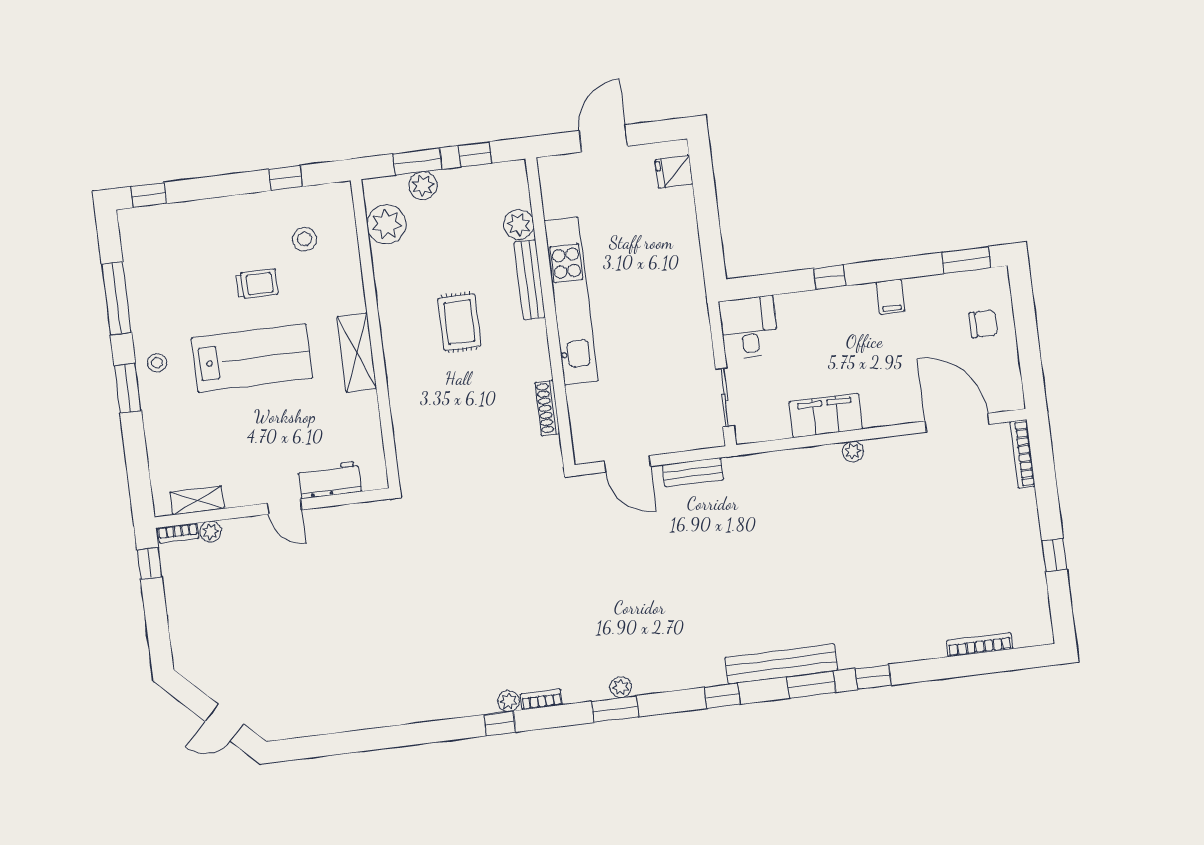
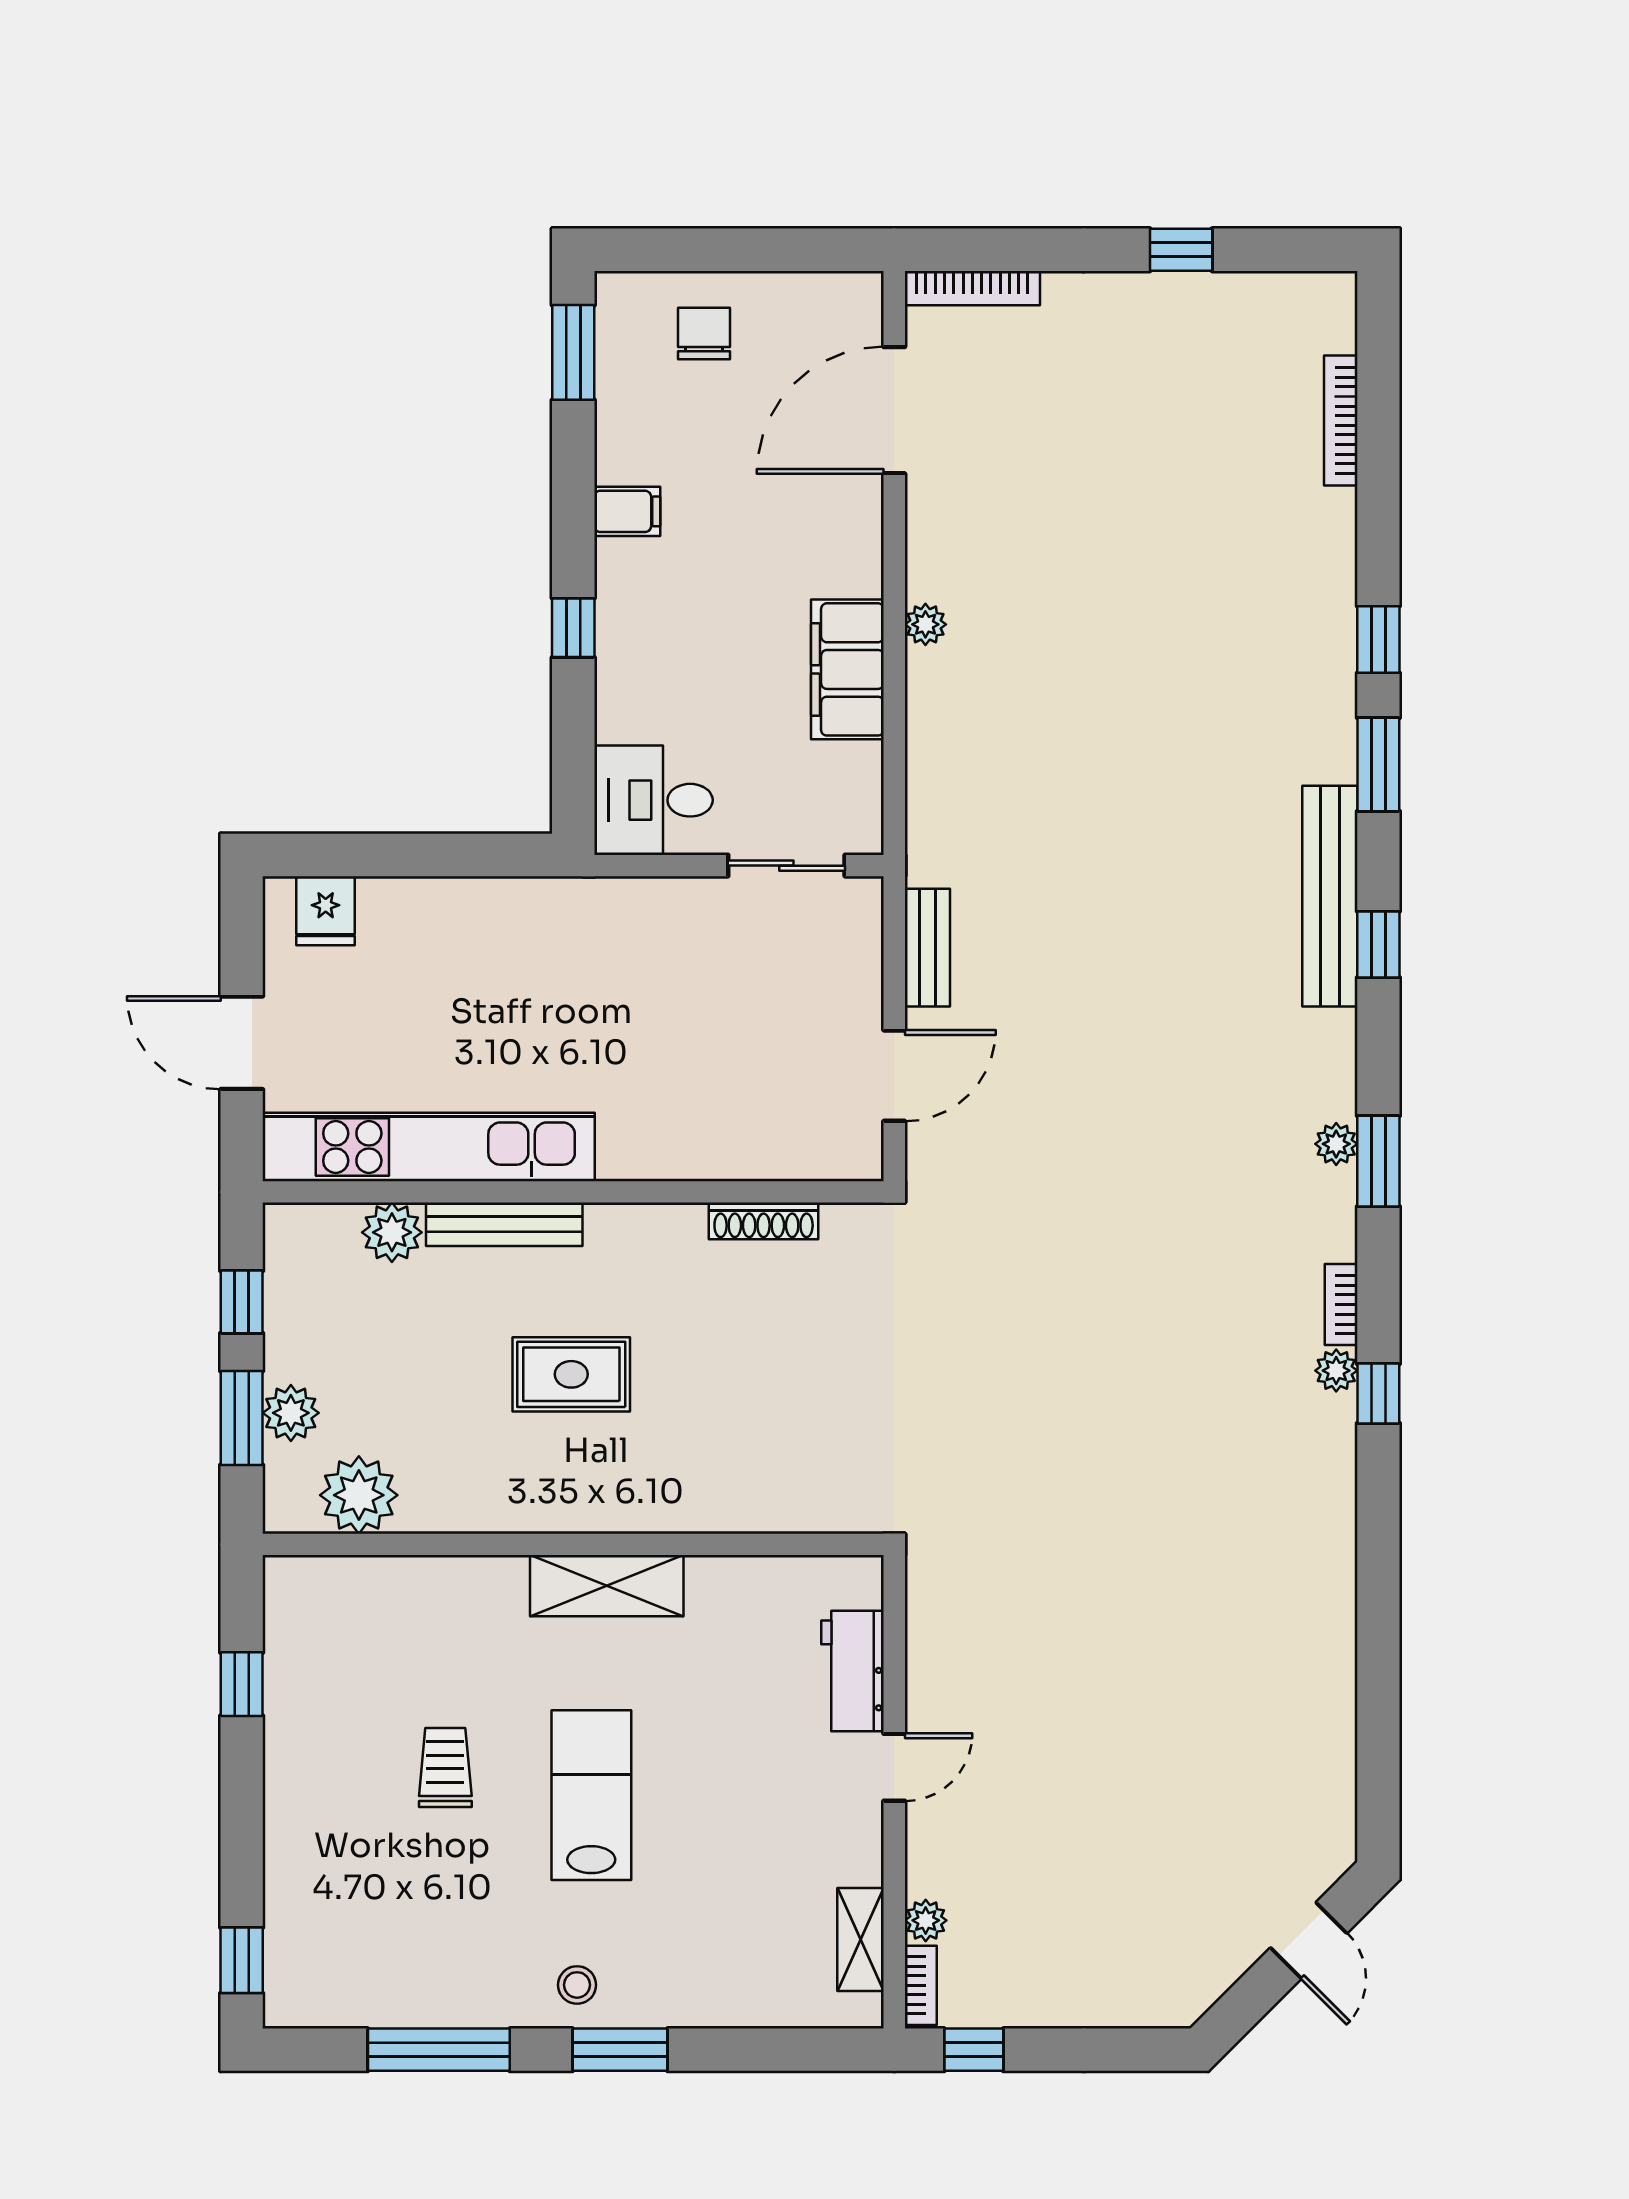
stool: (305, 239) -> (368, 1661), removed
kitchen unit: (571, 301) -> (429, 1147), moved
lab bench: (252, 358) -> (591, 1795), width x0.73, depth x0.72
bench: (781, 664) -> (1330, 896), moved

